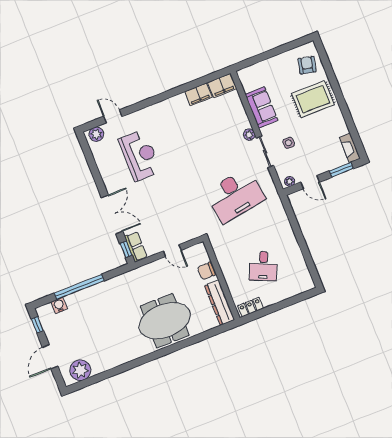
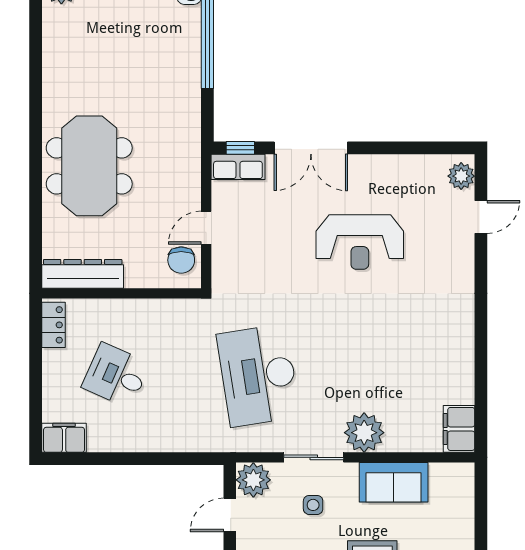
filing cabinet: (198, 94) -> (64, 438), moved, turned 90
plant: (249, 135) -> (364, 433), width x1.87, depth x1.87
reception desk: (140, 155) -> (360, 242), moved
plant: (290, 181) -> (253, 480), width x1.87, depth x1.87
chair: (206, 271) -> (181, 260), moved, turned 180

